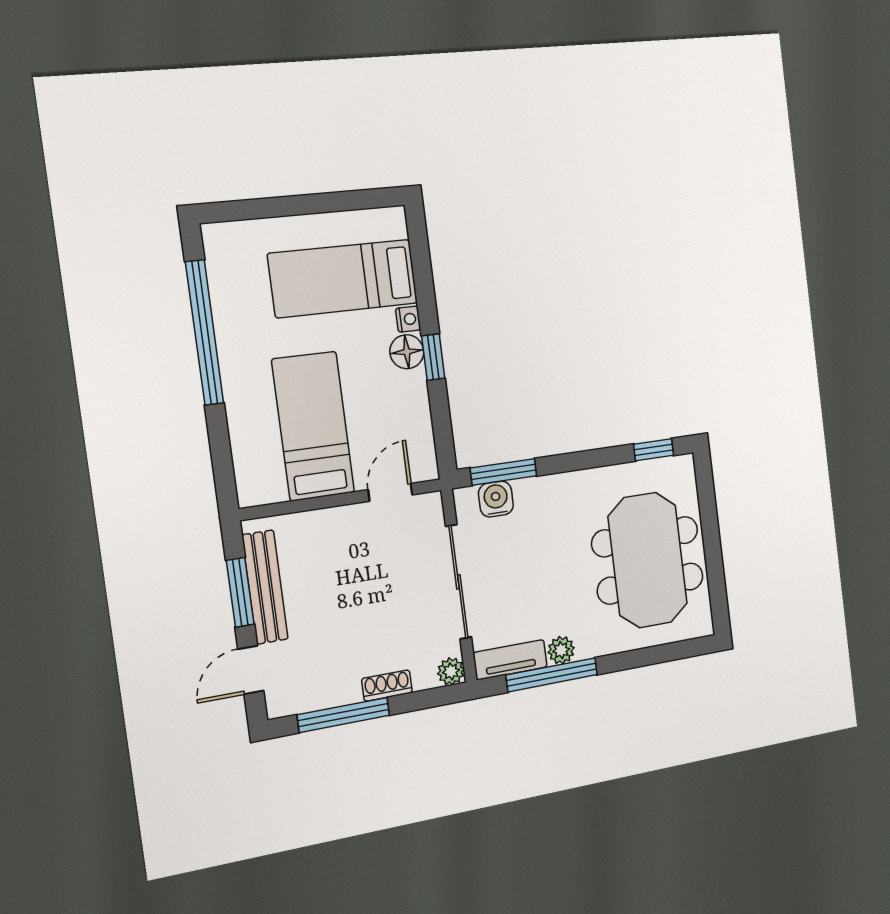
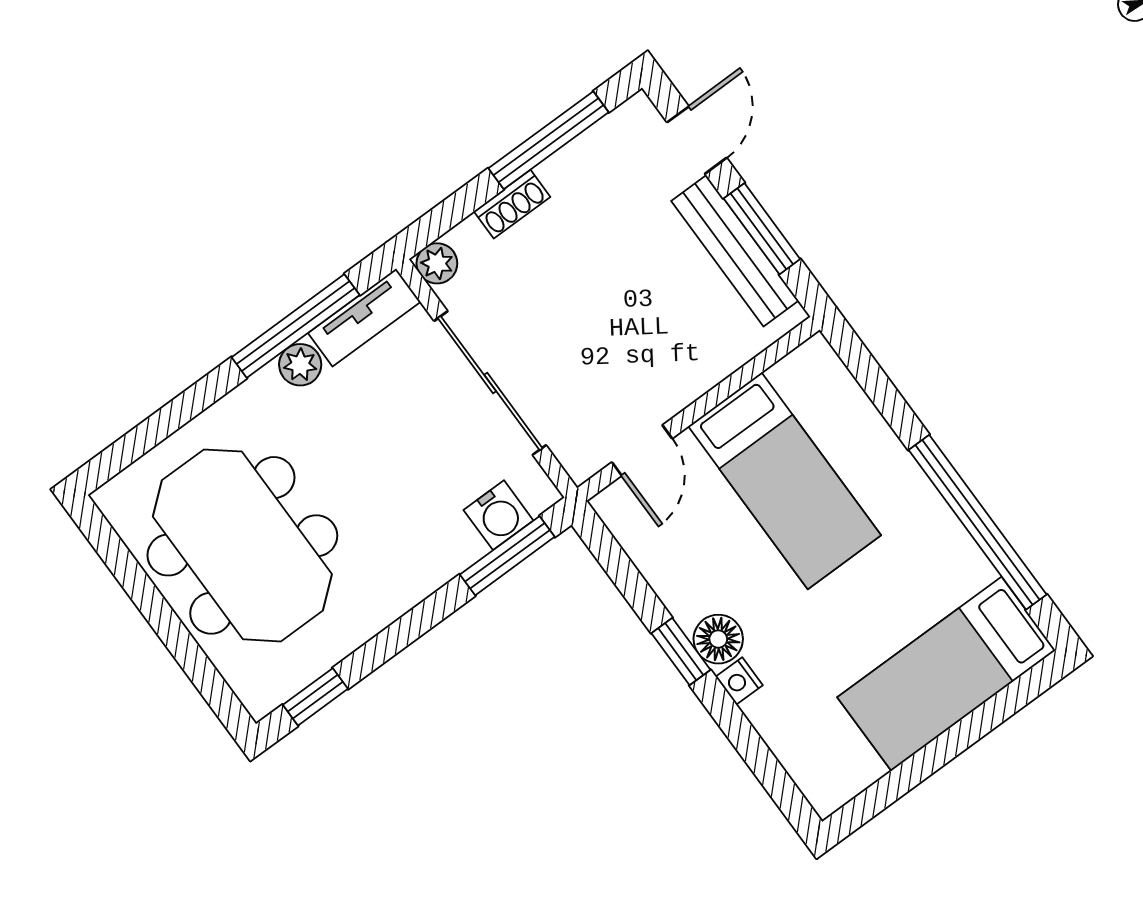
bed: (343, 278) -> (946, 674), moved, turned 180

